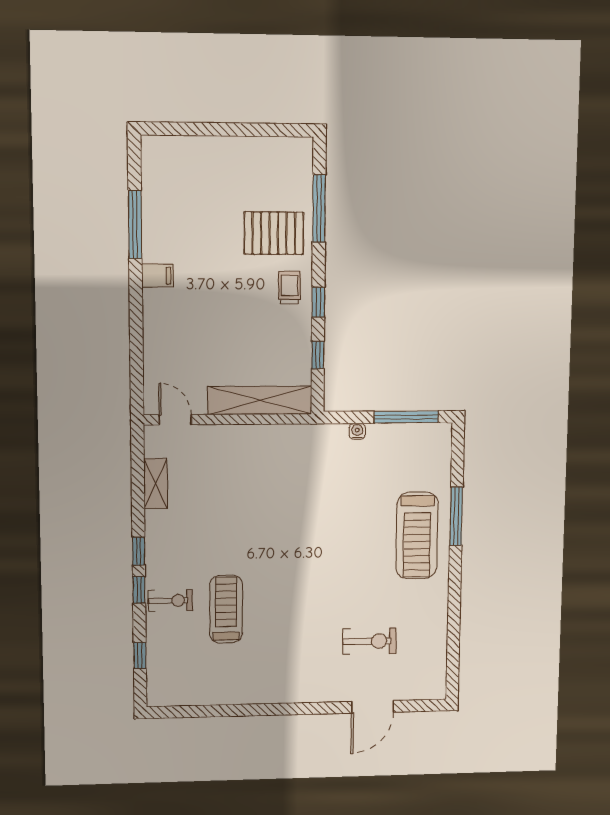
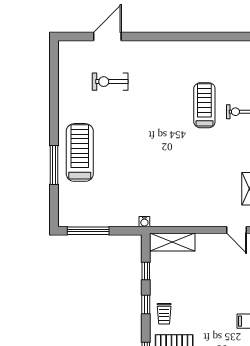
shelving: (260, 400) -> (172, 242), width x0.68
water cooler: (357, 431) -> (144, 222), moved
treadmill: (226, 609) -> (204, 105), turned 180

